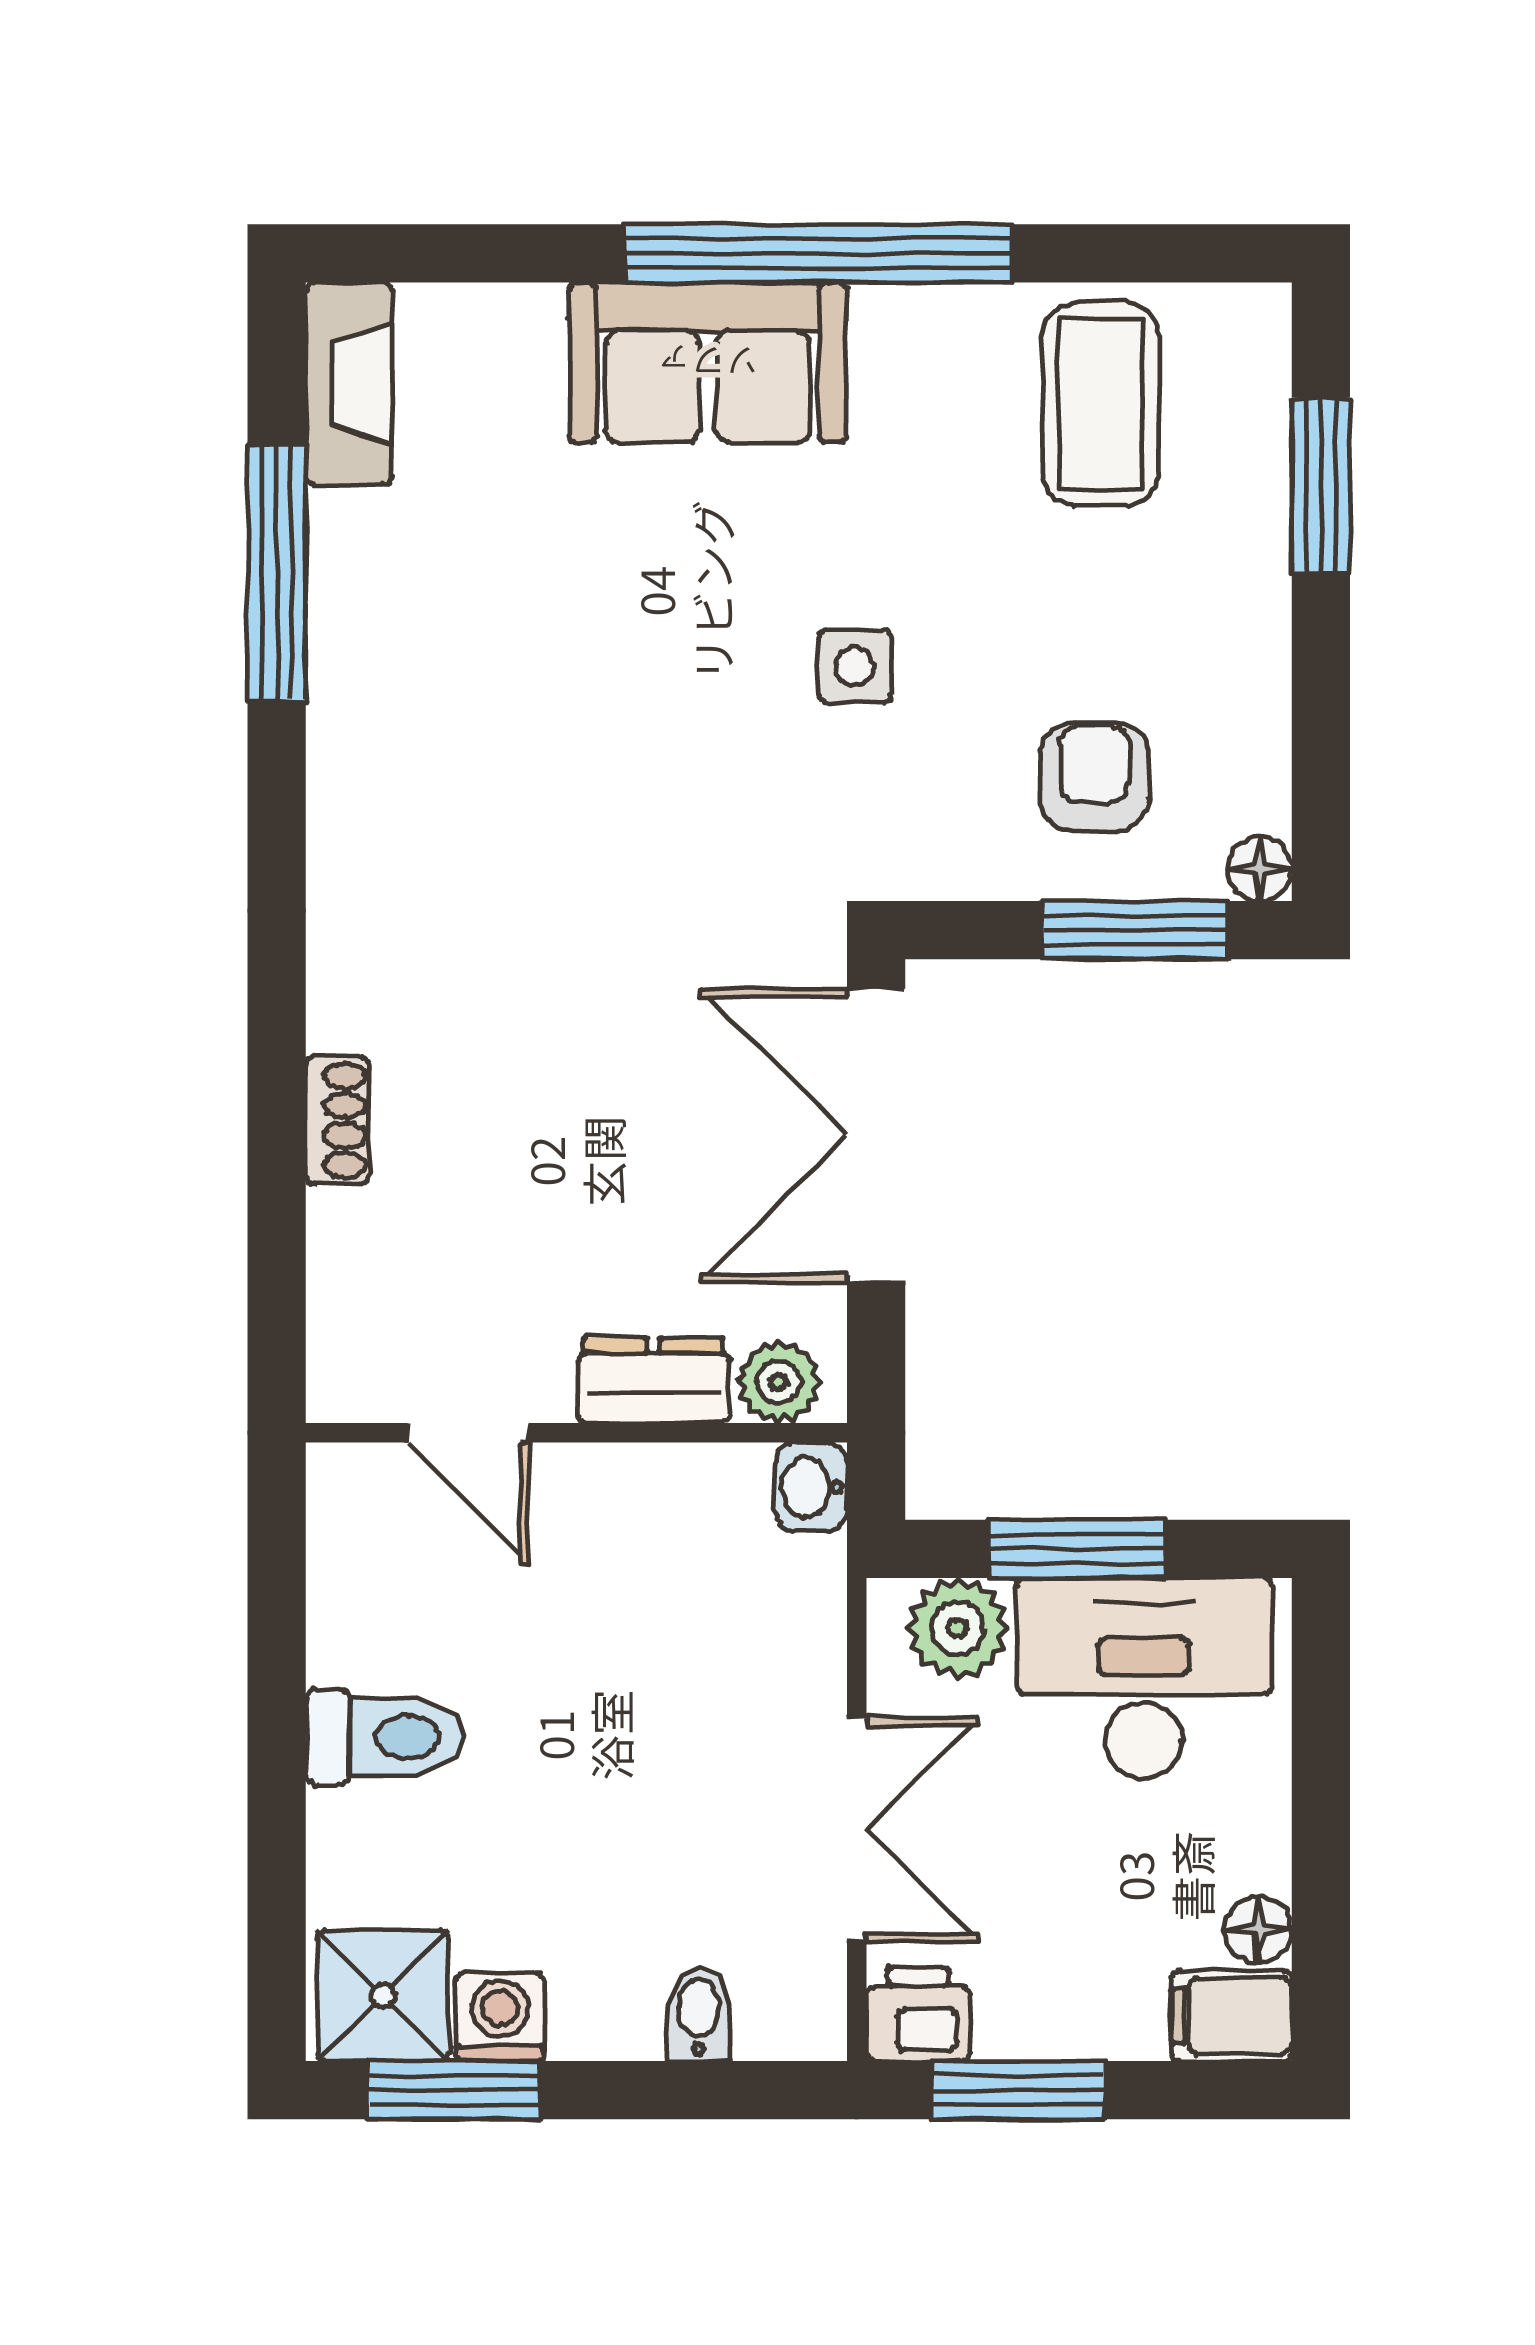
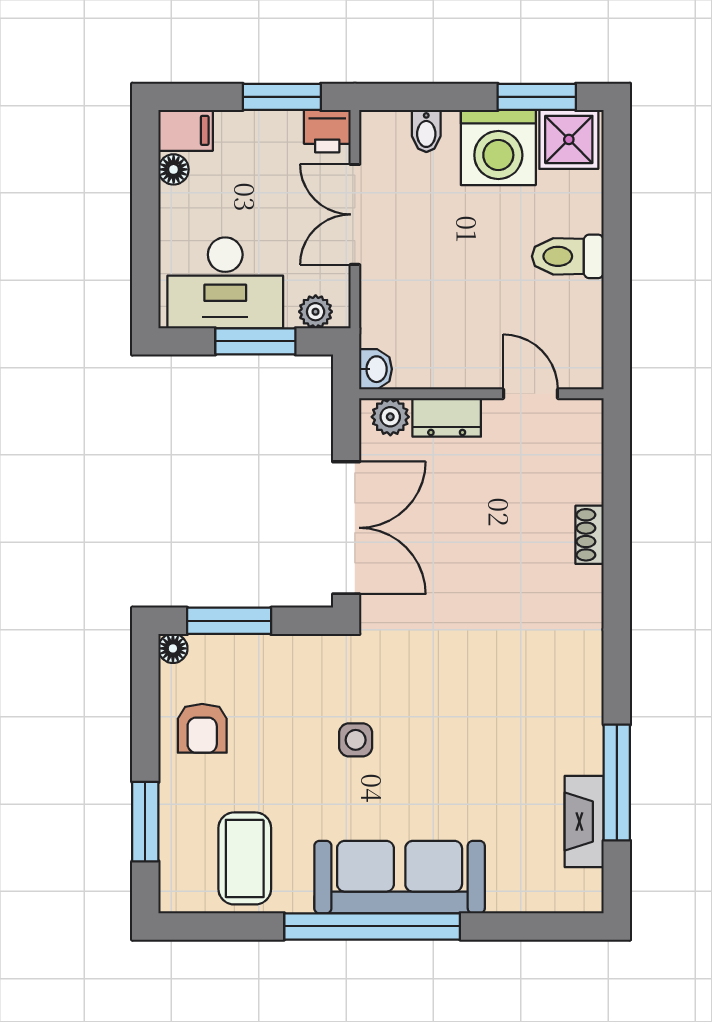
sofa: (708, 363) -> (400, 877), width x1.36
fireplace: (349, 383) -> (584, 822), moved
armchair: (1095, 777) -> (202, 728), moved
plant: (958, 1628) -> (316, 312), width x0.73, depth x0.73
washing machine: (500, 2017) -> (498, 148), width x1.89, depth x1.89

